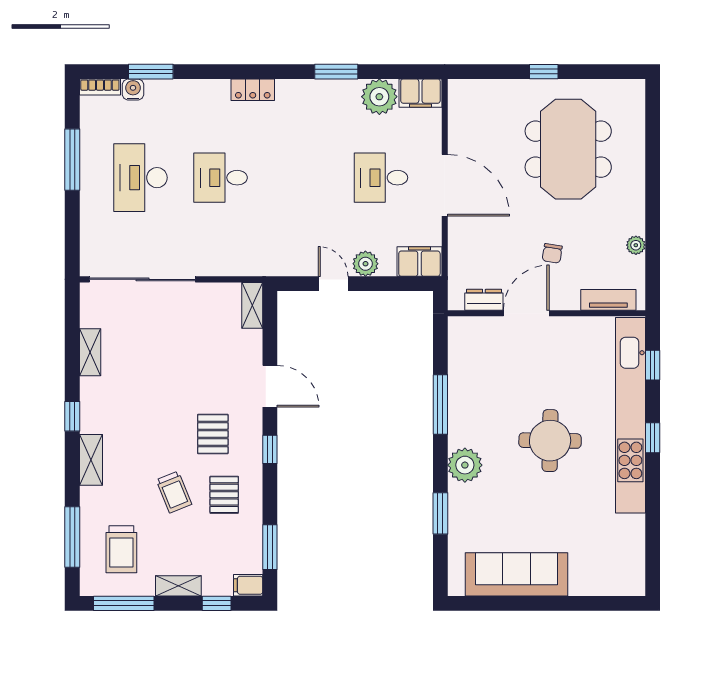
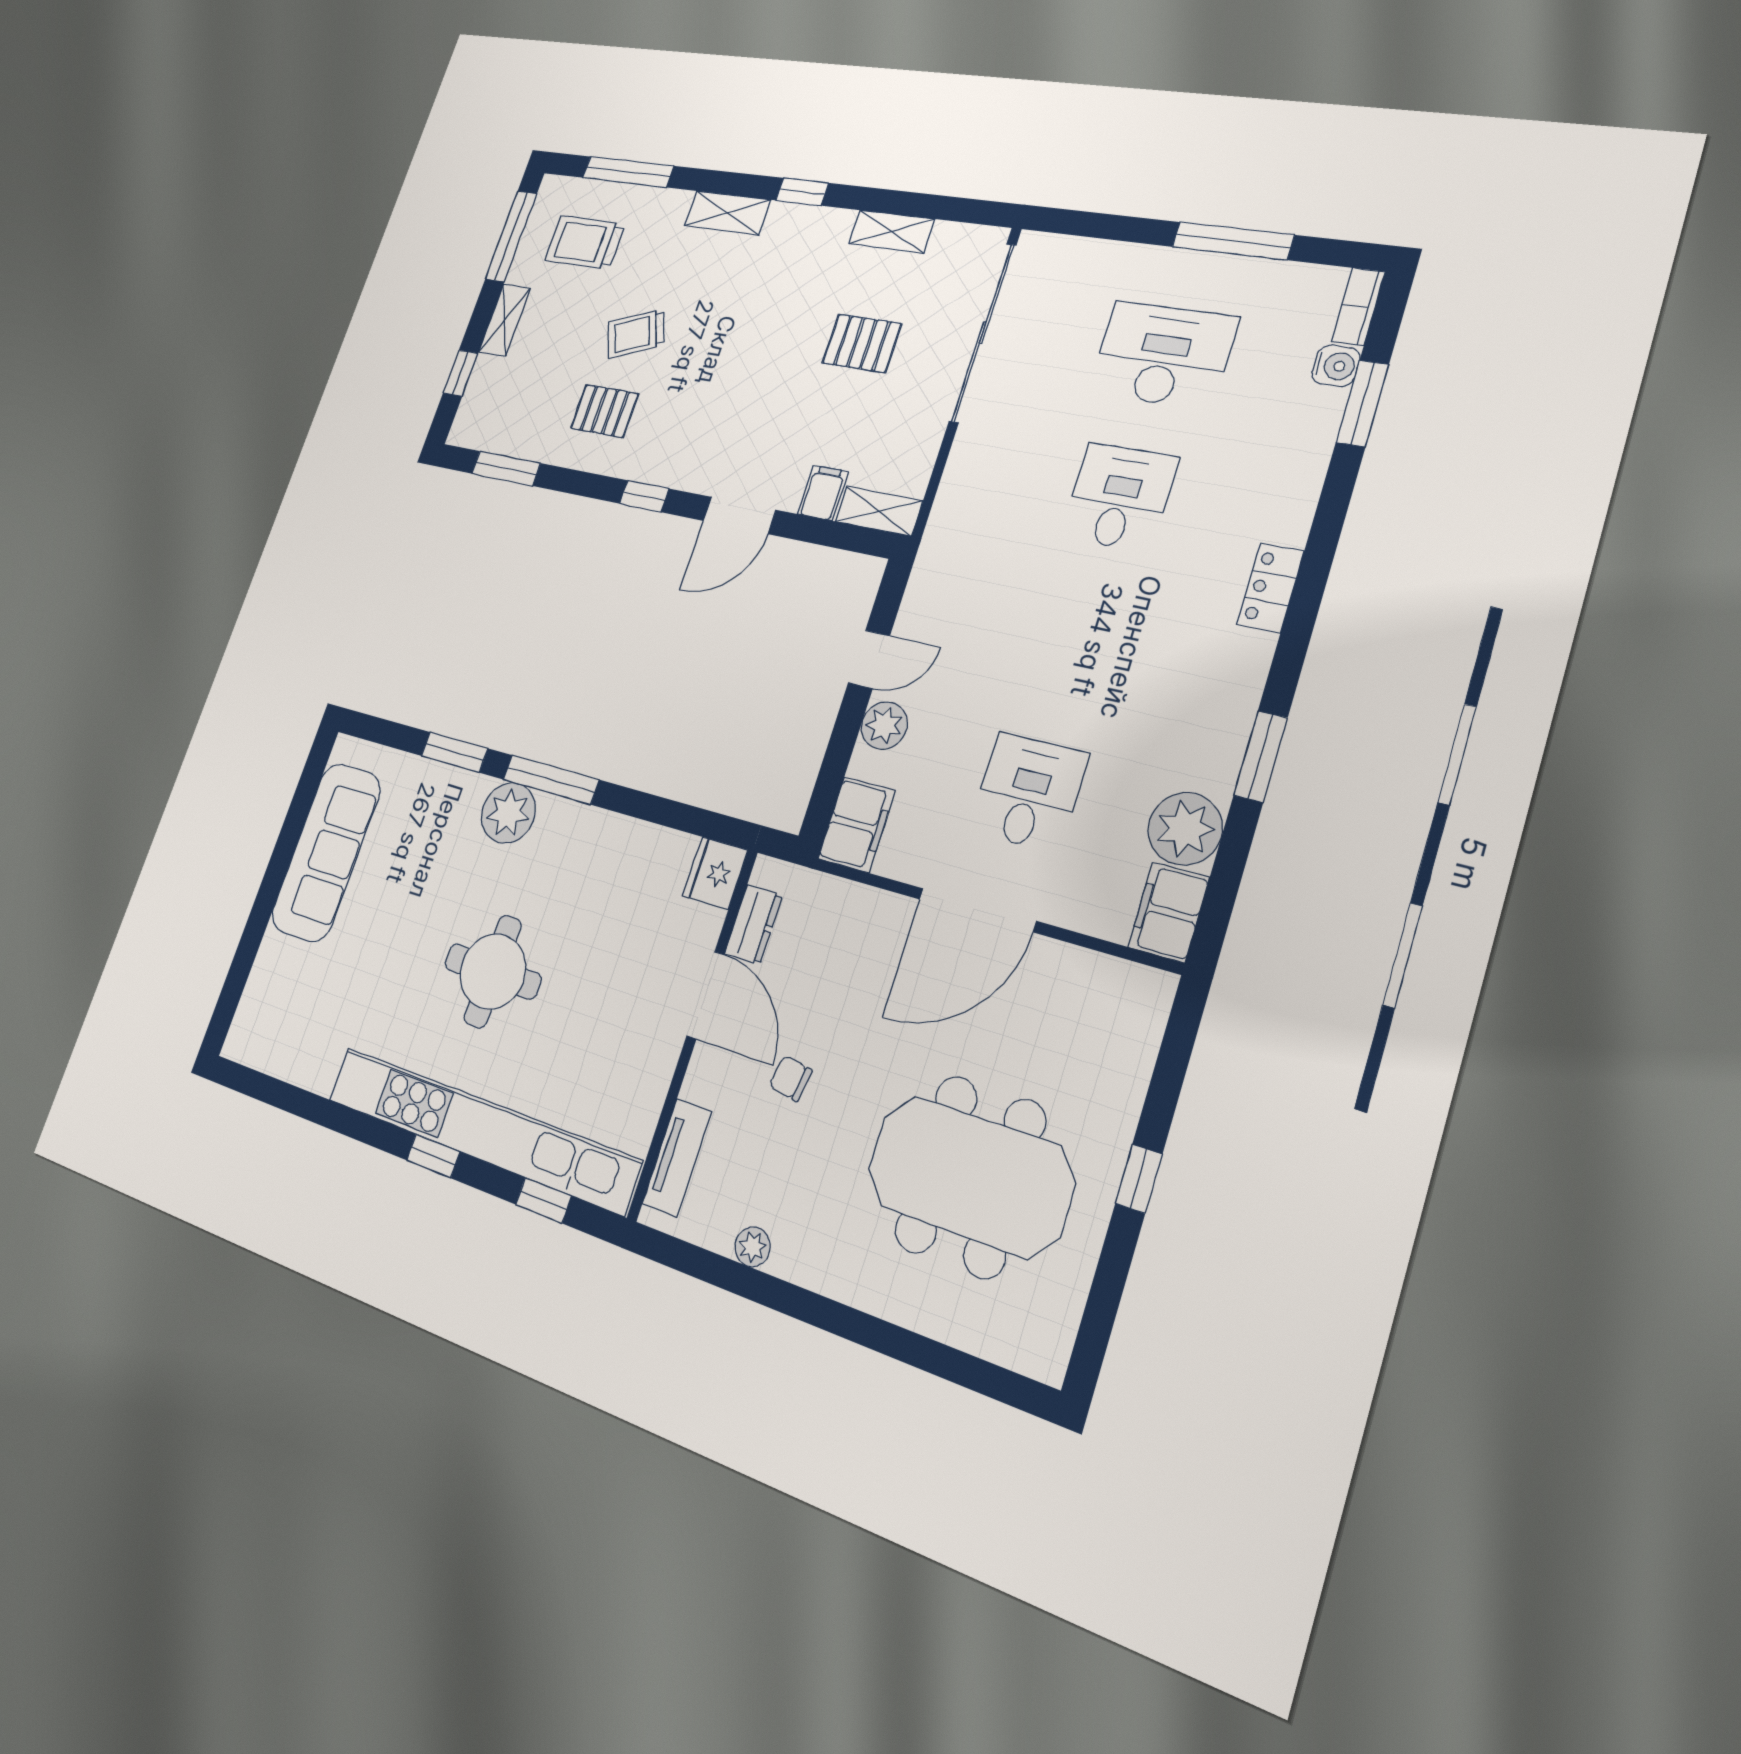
fridge: (464, 330) -> (715, 873), added
window: (440, 405) -> (551, 780), moved
pallet: (213, 434) -> (862, 343), moved
filing cabinet: (248, 585) -> (823, 493), moved

